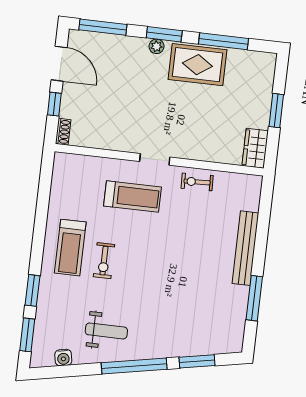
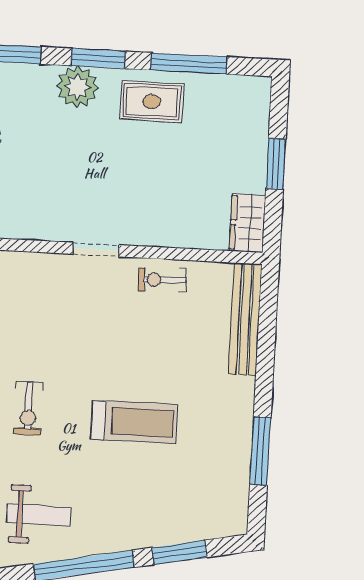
plant: (157, 46) -> (77, 87), width x1.87, depth x1.87
rug: (197, 65) -> (152, 102), width x0.73, depth x0.70
treadmill: (132, 196) -> (134, 422), moved
bench: (245, 248) -> (245, 319), moved

